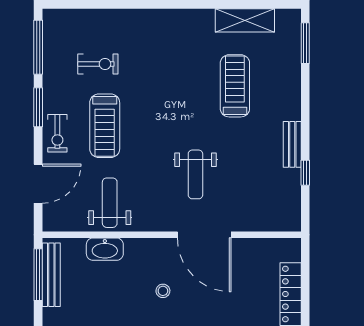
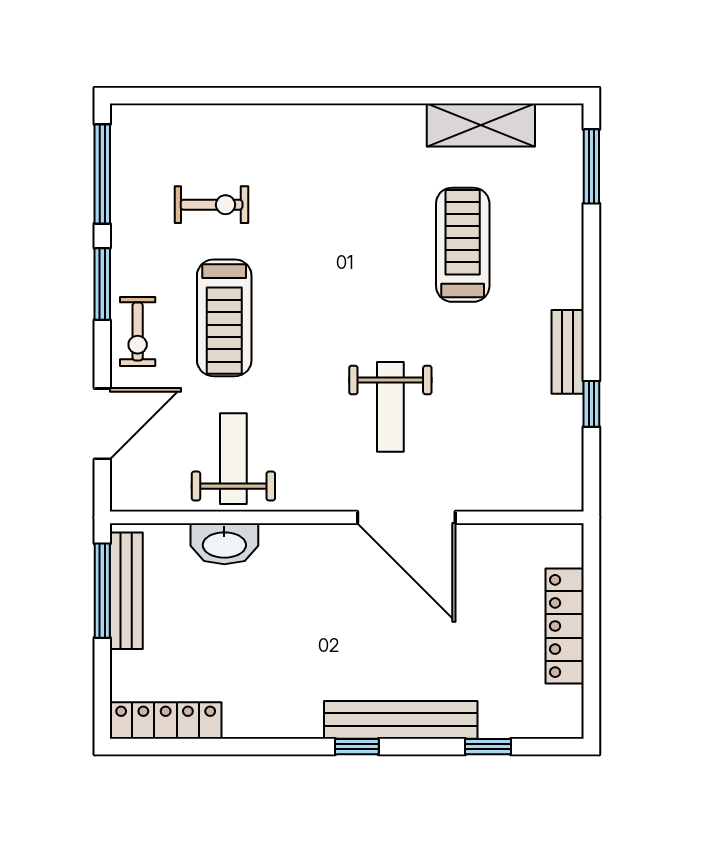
stool: (163, 291) -> (331, 620), removed

